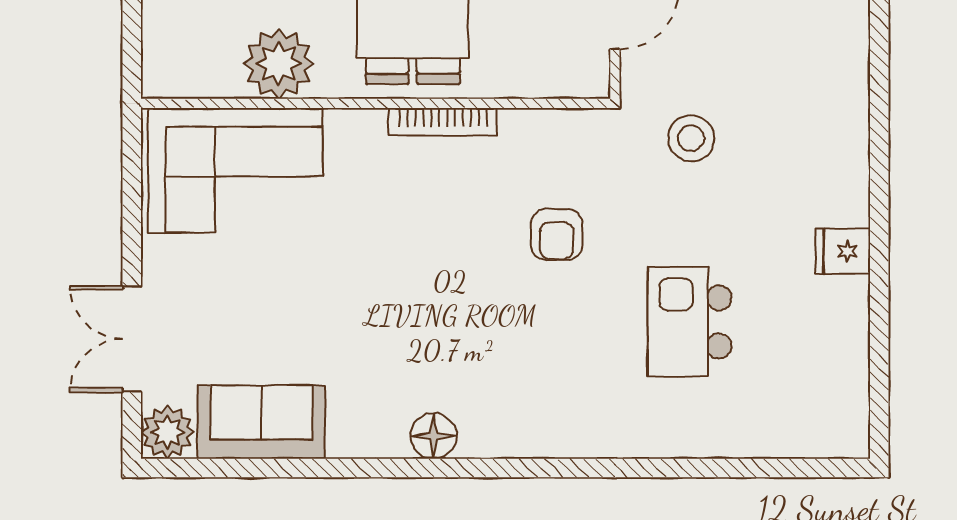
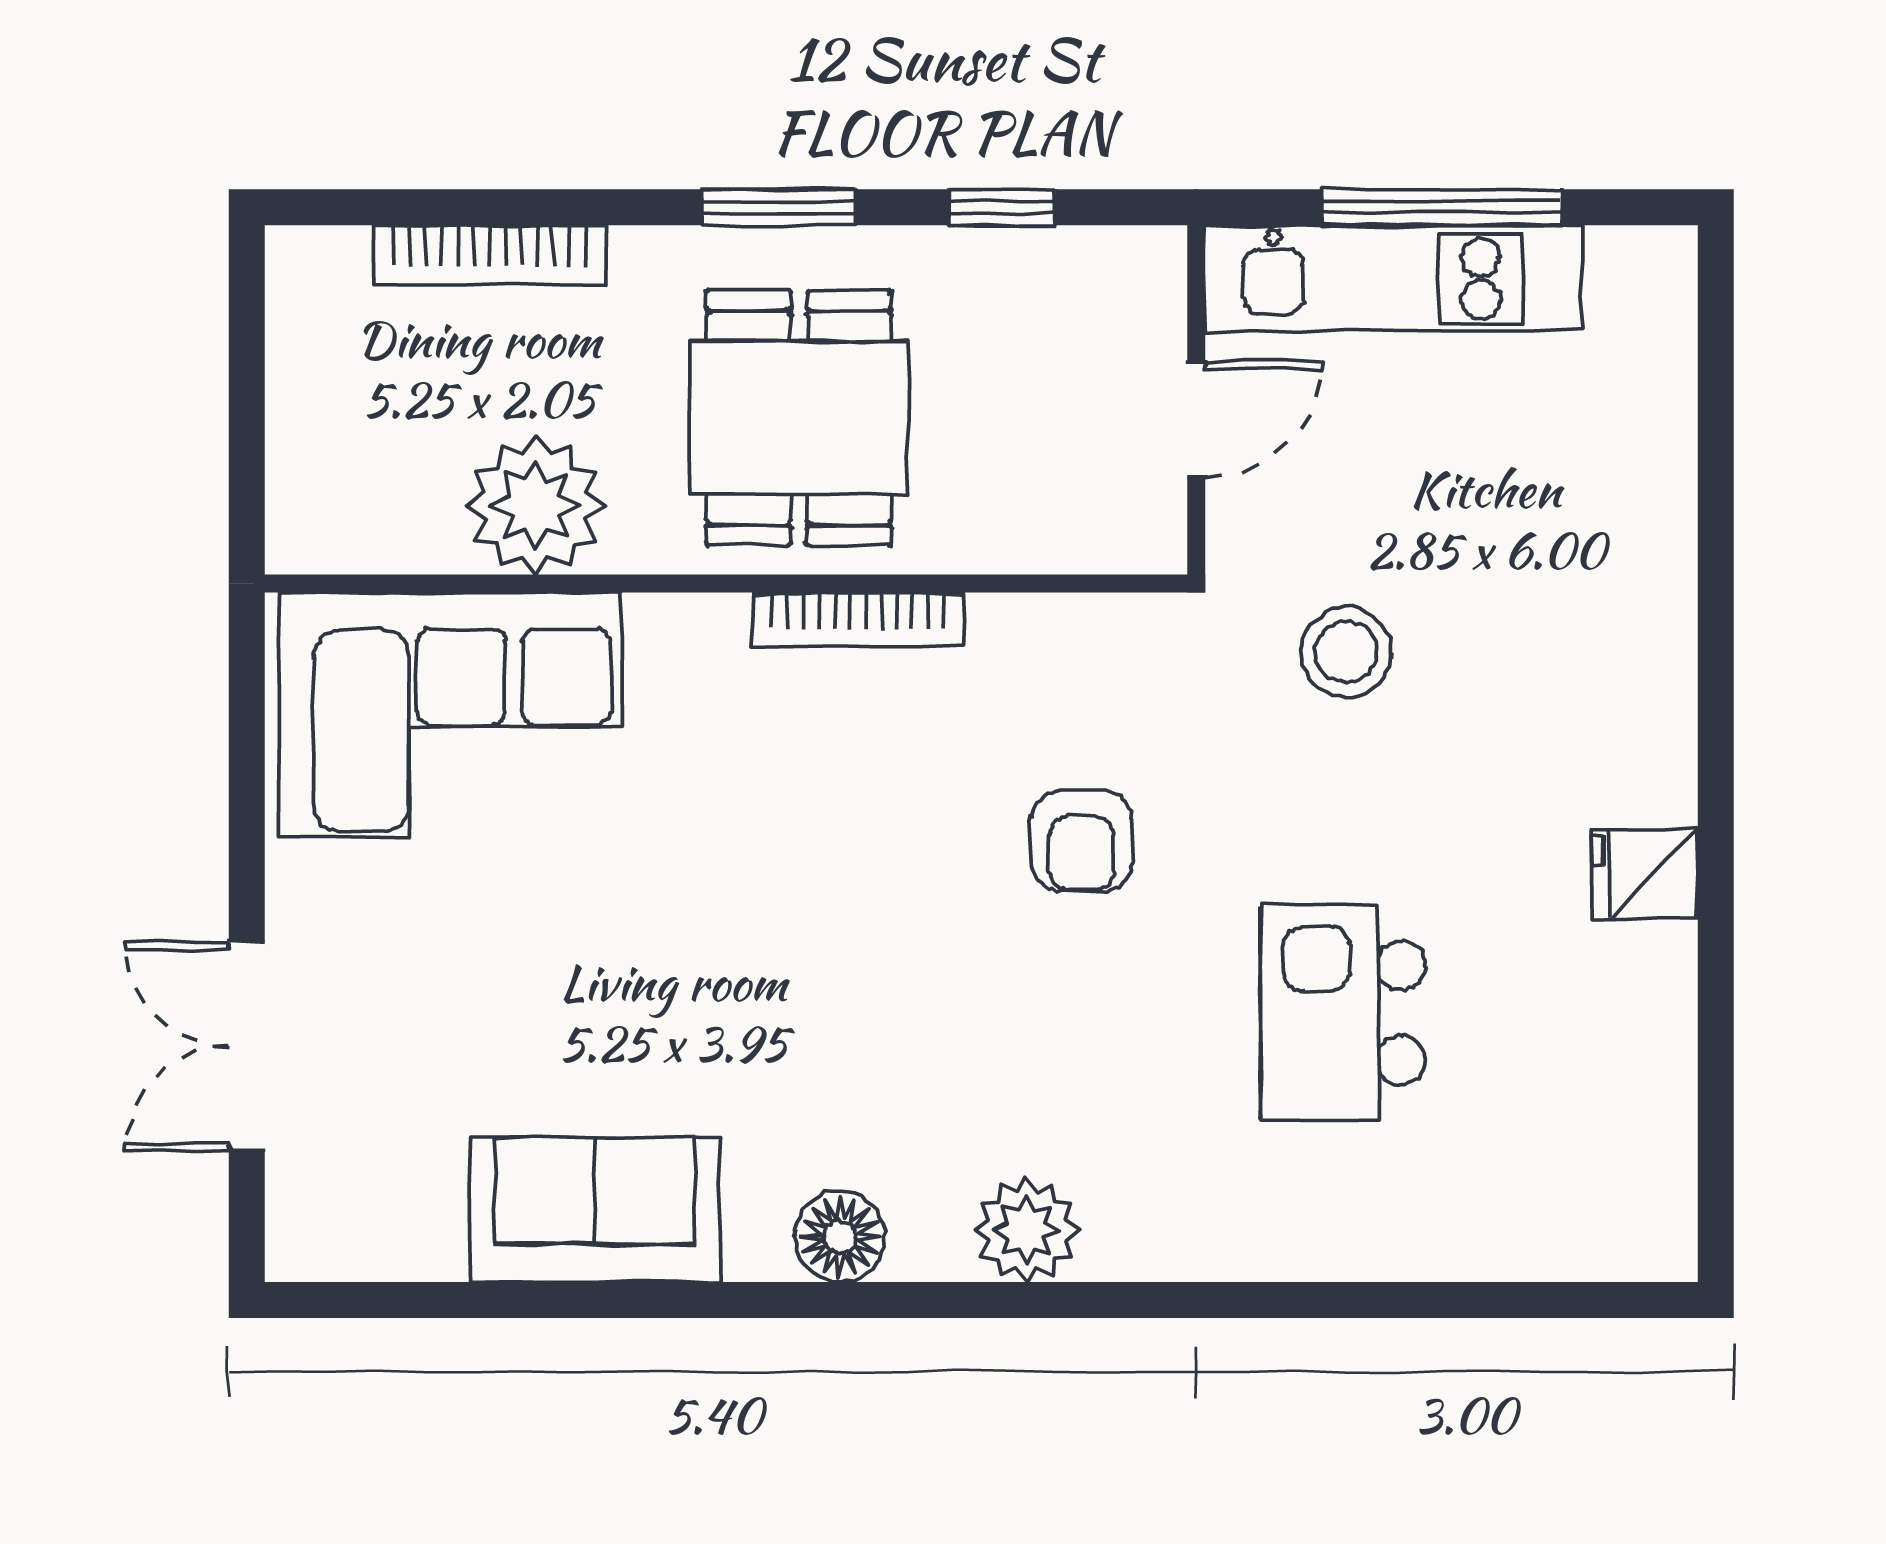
sofa: (261, 422) -> (595, 1210), moved
plant: (167, 432) -> (1026, 1230), moved

